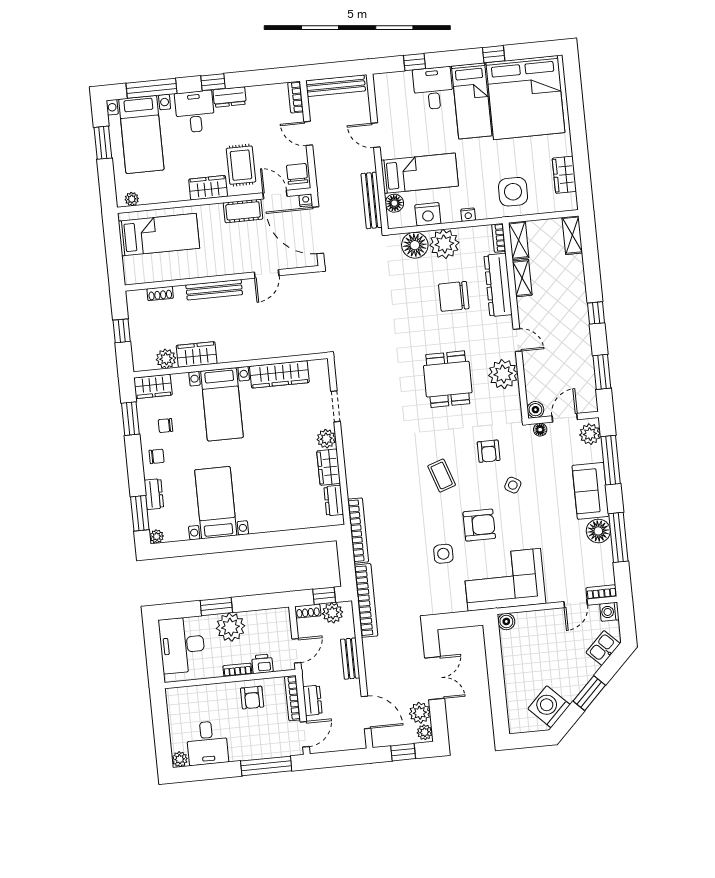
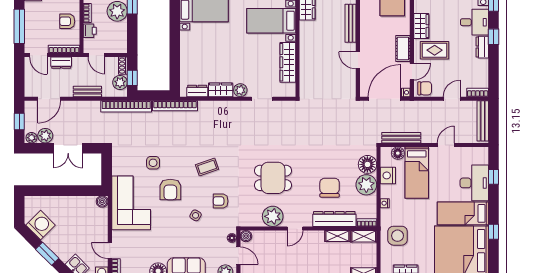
desk: (433, 88) -> (474, 183), width x1.37

